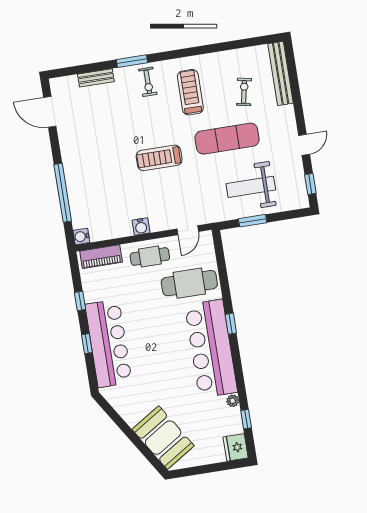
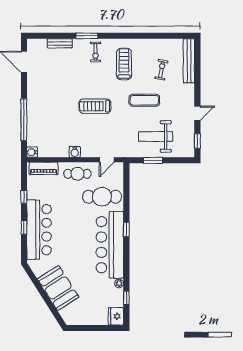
exercise mat: (227, 139) -> (144, 100), width x0.73, depth x0.69
booth: (163, 438) -> (58, 288), moved

